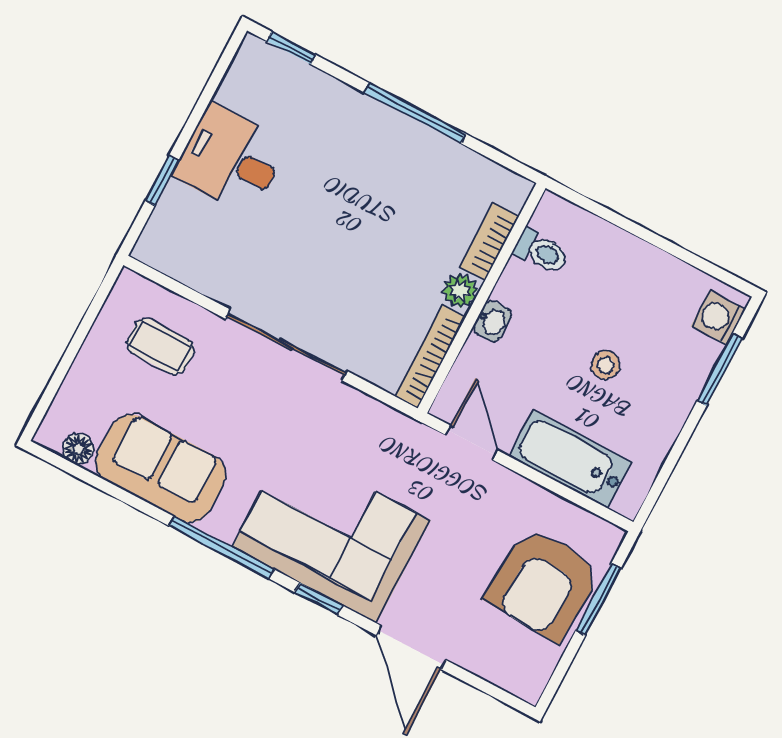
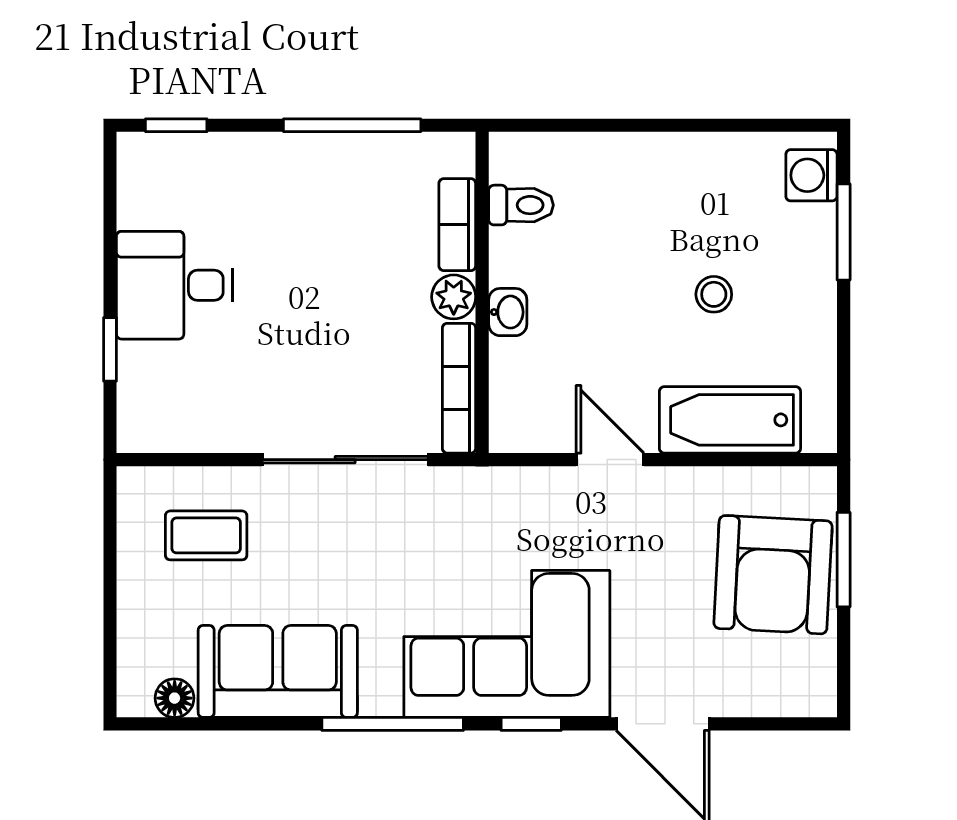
bookcase: (489, 241) -> (457, 225), moved
toilet: (541, 251) -> (521, 205), moved
plant: (460, 291) -> (454, 297), moved
wall: (482, 298) -> (482, 292), moved
washbasin: (492, 321) -> (508, 312), moved
bookcase: (430, 357) -> (459, 388), moved

